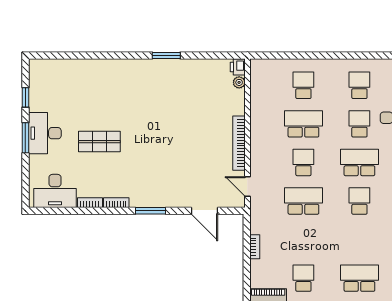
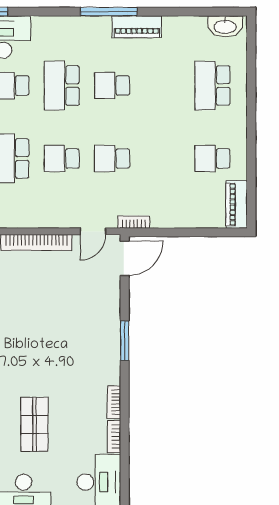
school desk: (303, 201) -> (112, 158), width x0.54
window: (151, 211) -> (125, 341), moved
door: (205, 211) -> (125, 258), moved
bookcase: (255, 247) -> (134, 222), moved

